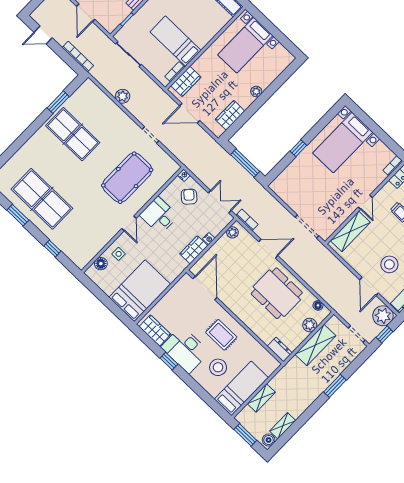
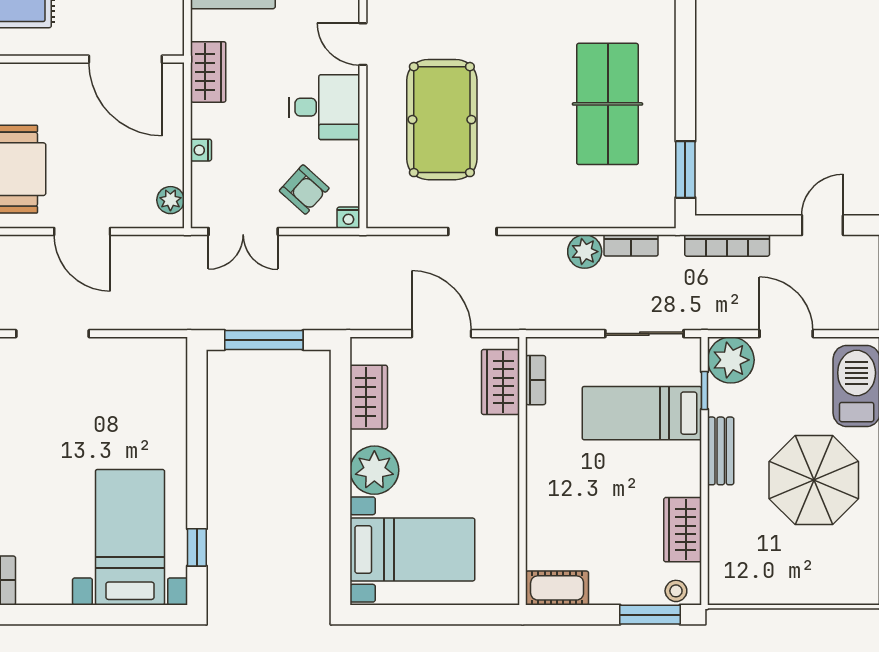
plant: (110, 21) -> (731, 360), added
bed: (176, 41) -> (642, 413), moved, turned 180
bed with nightstands: (245, 45) -> (412, 549), moved, turned 90
plant: (256, 91) -> (374, 470), width x1.88, depth x1.88
window: (58, 102) -> (685, 169), moved
door: (190, 113) -> (442, 334), hinge flipped
table tennis table: (73, 134) -> (608, 104), turned 90
window: (298, 148) -> (197, 547), moved
bookcase: (247, 220) -> (631, 245), moved
door: (268, 249) -> (82, 231), hinge flipped
wardrobe: (194, 250) -> (208, 72), moved

